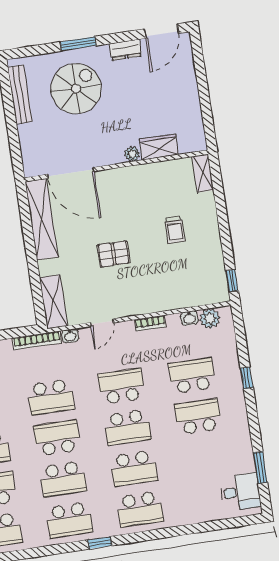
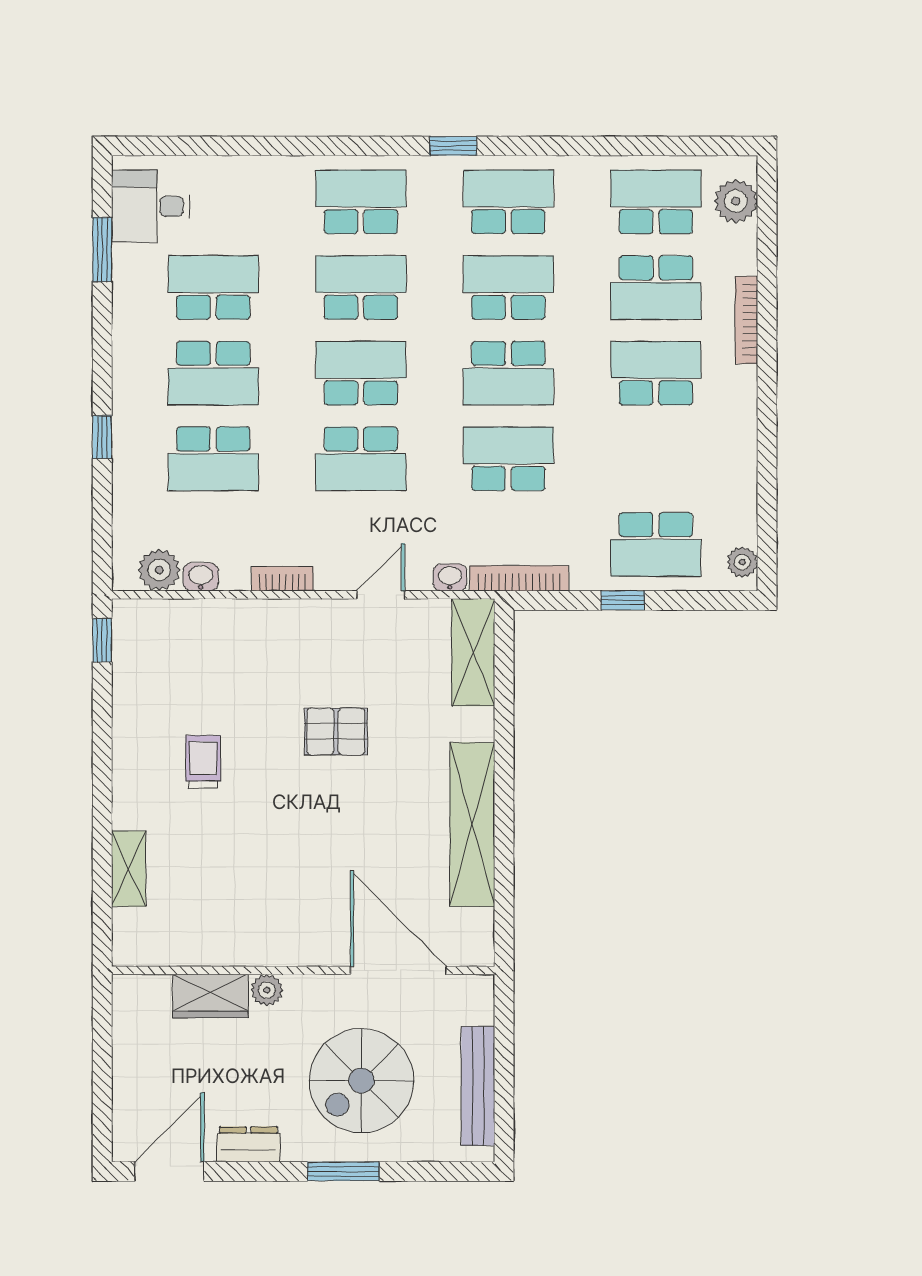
wardrobe: (159, 147) -> (210, 996), moved
plant: (132, 154) -> (267, 990), moved
wall: (116, 166) -> (303, 970), moved
door: (71, 173) -> (398, 970), moved
school desk: (204, 458) -> (213, 288), added

